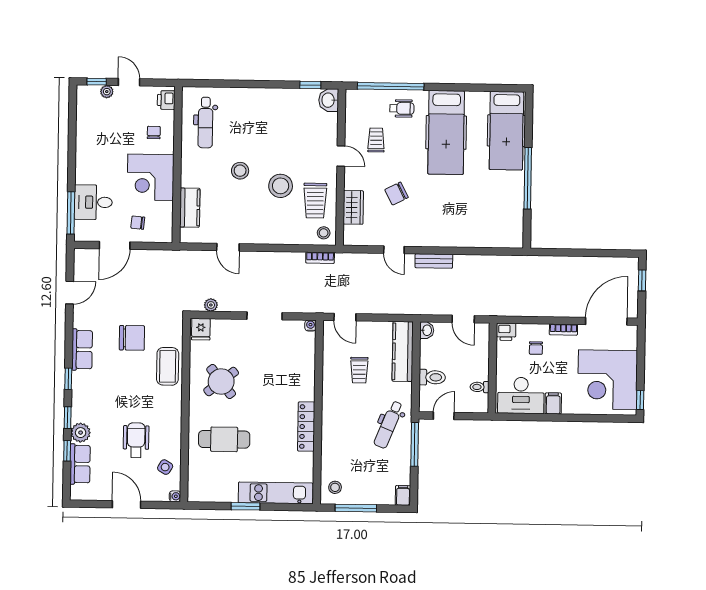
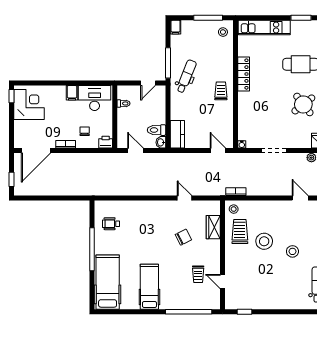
washbasin: (329, 100) -> (232, 301), removed
wheelchair: (402, 108) -> (111, 224), moved
hospital bed: (446, 132) -> (149, 287), width x0.73, depth x0.78
door: (341, 156) -> (223, 281), moved
bench: (434, 261) -> (157, 191), removed
kitchen counter: (403, 351) -> (177, 134), width x0.67
trolley: (359, 370) -> (221, 91), moved
toilet: (432, 377) -> (157, 130), moved
corner desk: (608, 380) -> (29, 105), width x0.74, depth x0.74
window: (245, 506) -> (301, 18), moved

